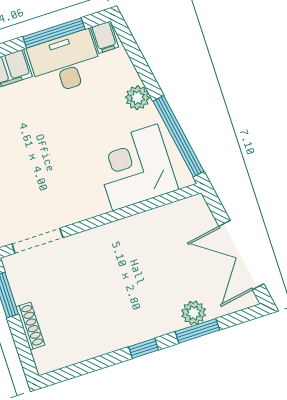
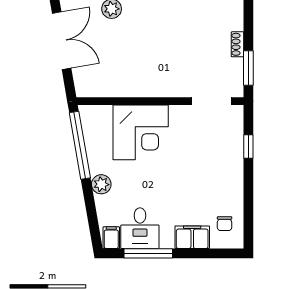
desk: (65, 63) -> (140, 228), width x0.73
corner desk: (135, 167) -> (141, 132), moved
shoe rack: (30, 326) -> (238, 44), width x0.70

